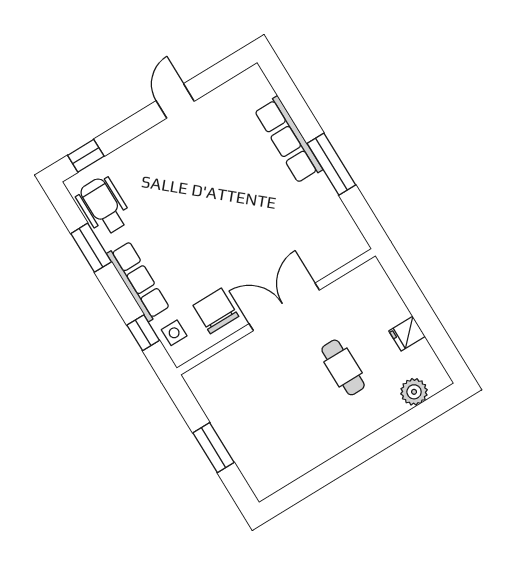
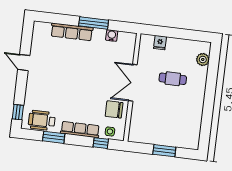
water cooler: (335, 210) -> (112, 35), added
fridge: (407, 334) -> (160, 43), moved

